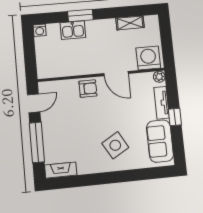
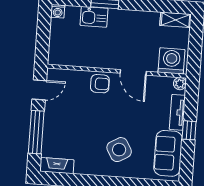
shelving: (130, 23) -> (176, 20), moved

